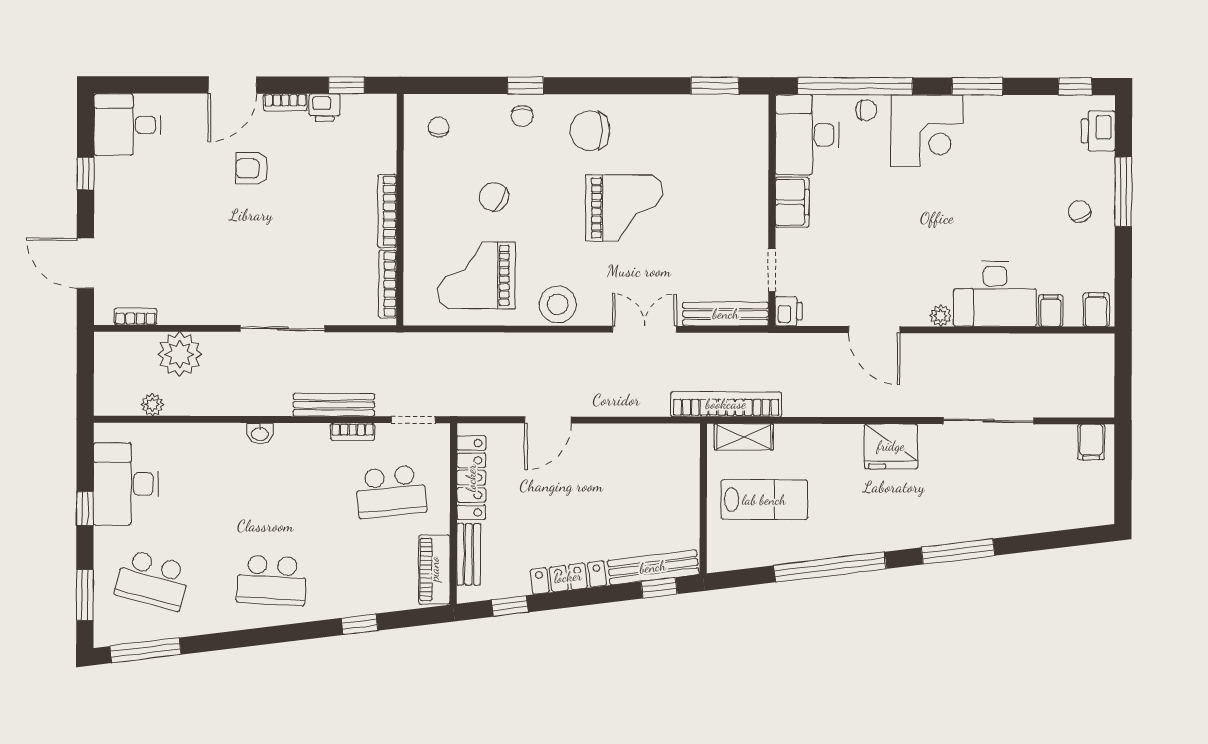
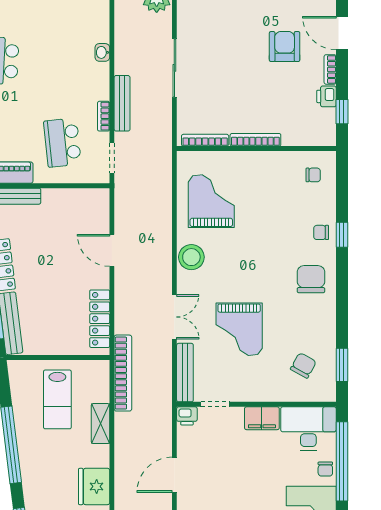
armchair: (252, 168) -> (285, 47), width x1.38, depth x1.38
chair: (494, 197) -> (303, 365), moved
grand piano: (624, 208) -> (239, 329), moved
shelving: (744, 437) -> (100, 424), moved
locker: (471, 478) -> (100, 319), moved, turned 90

